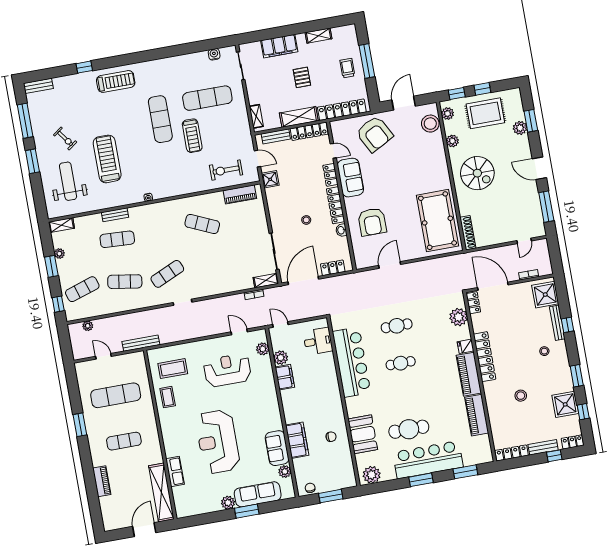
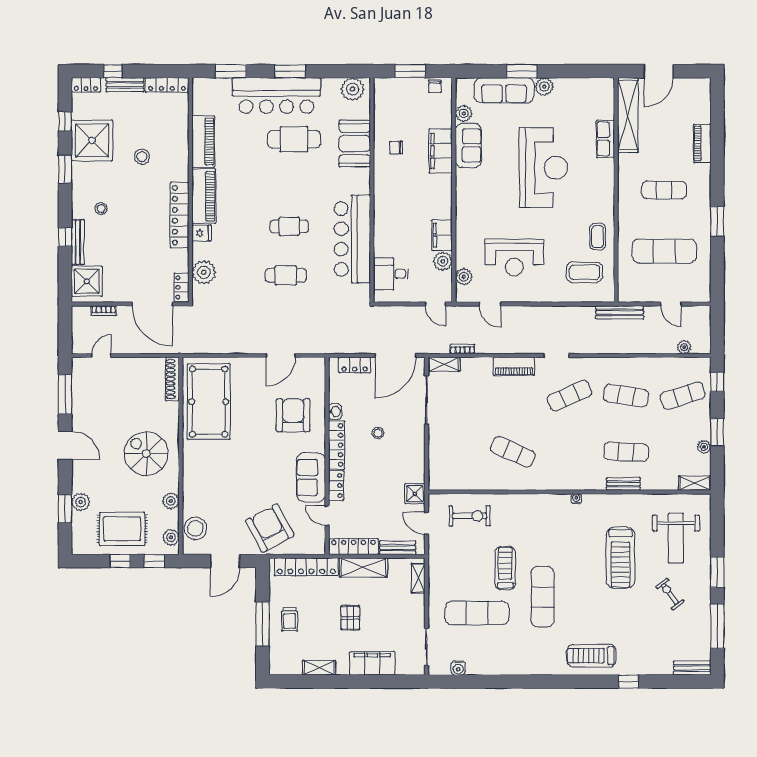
piano: (240, 194) -> (514, 366), moved, turned 180
shower: (565, 404) -> (92, 140), width x1.37, depth x1.37

